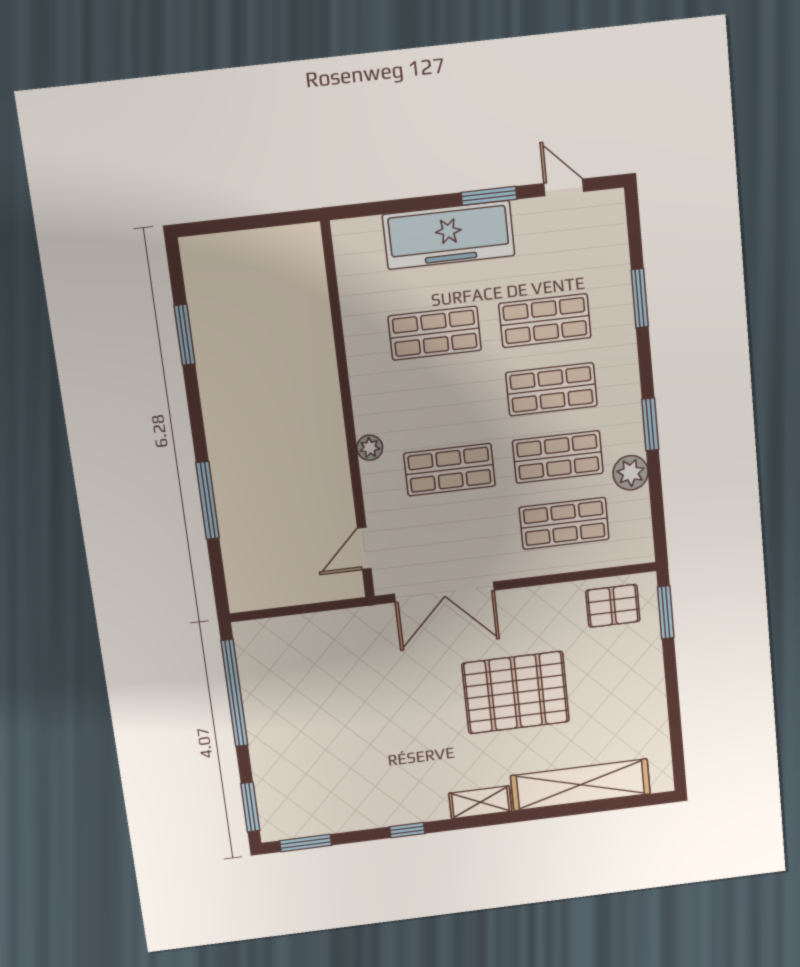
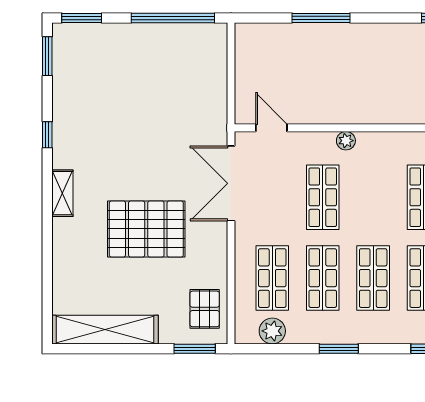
plant: (631, 473) -> (272, 331), moved
pallet: (516, 693) -> (146, 229), turned 90
shelving: (580, 785) -> (105, 330), moved, turned 90

